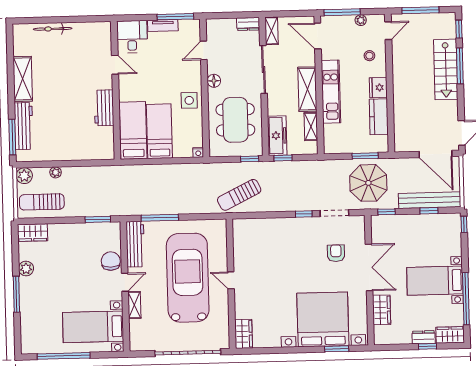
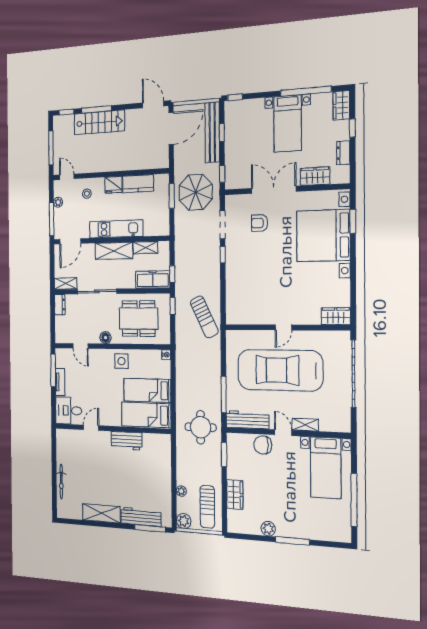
round table: (124, 193) -> (201, 427), added
wardrobe: (33, 233) -> (235, 495), moved
dresser: (424, 337) -> (343, 153), moved

